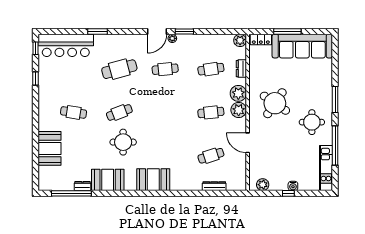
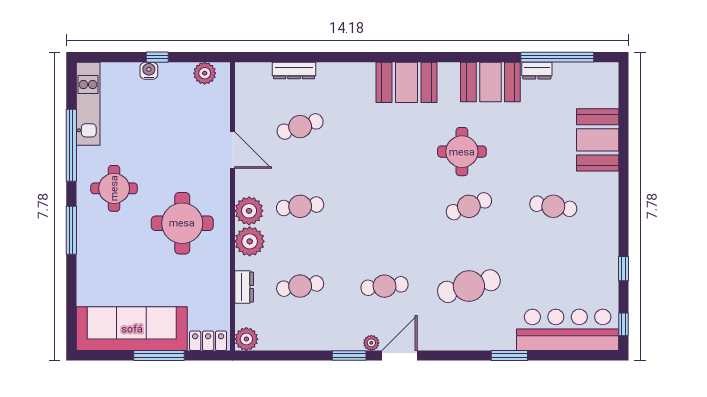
round table: (275, 103) -> (182, 223), turned -34

